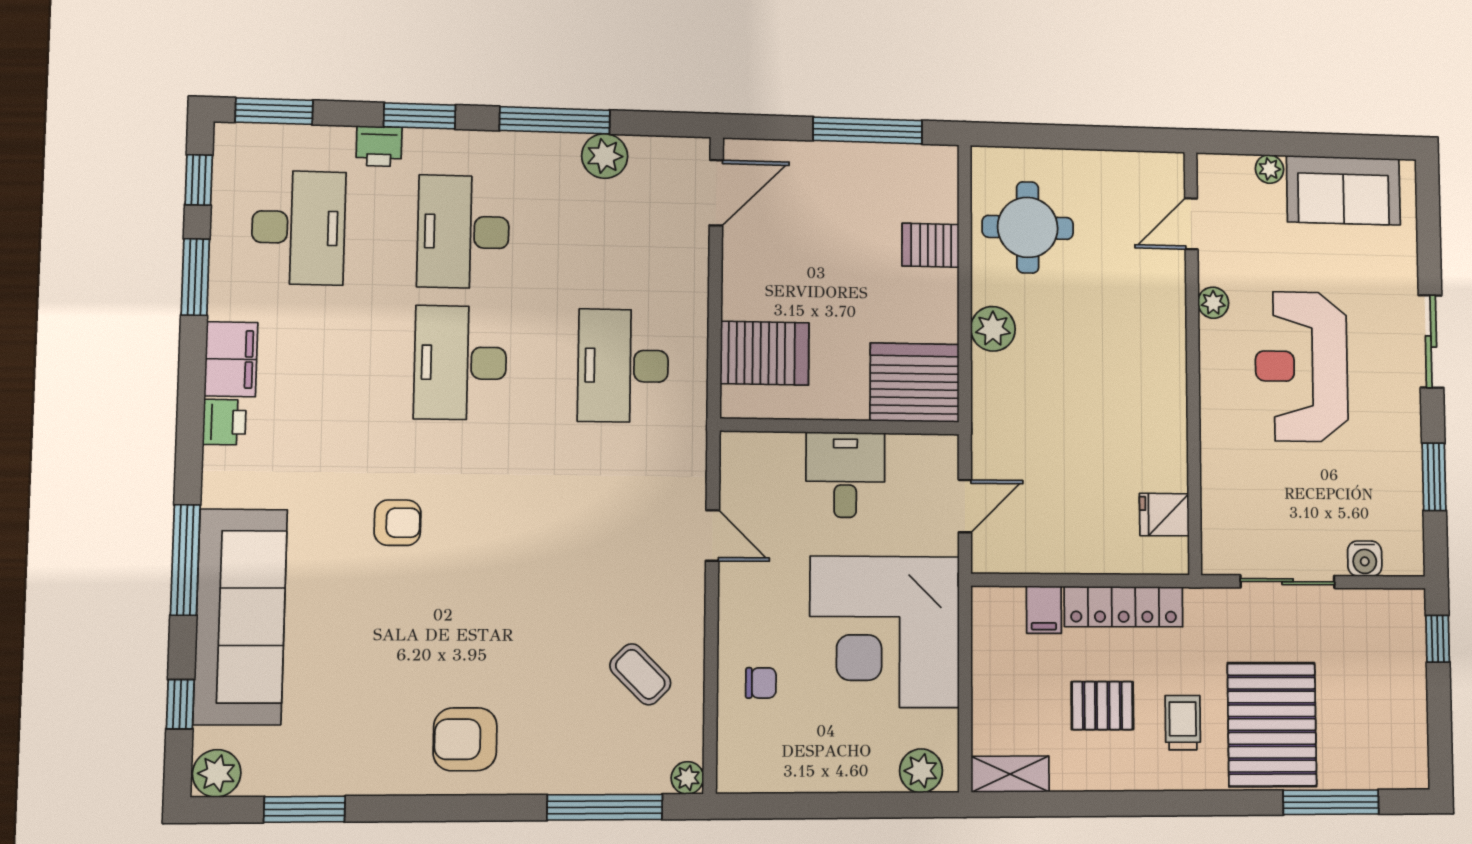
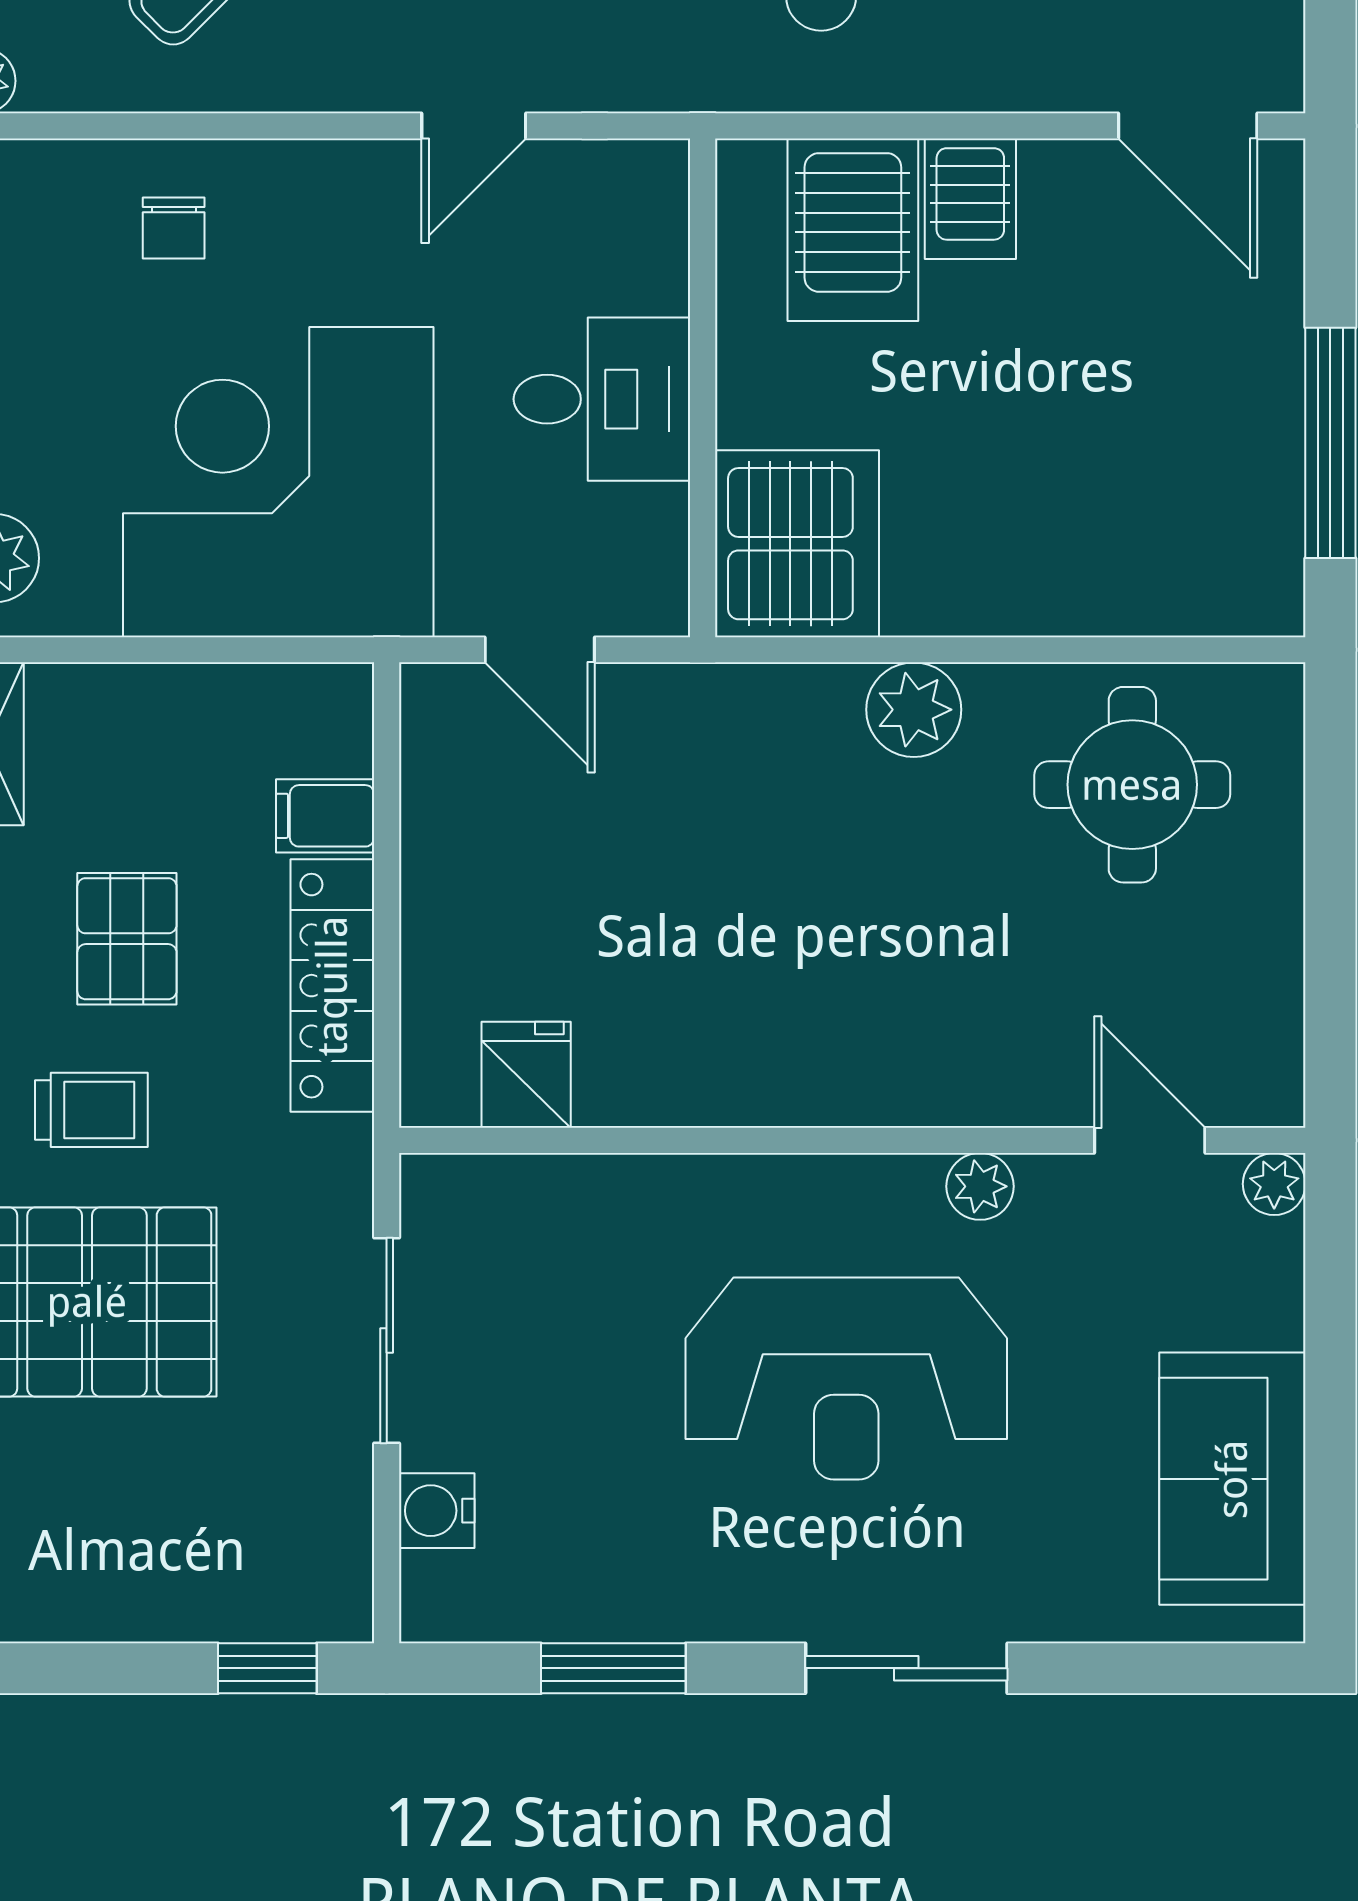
plant: (1269, 169) -> (1274, 1184), moved
server rack: (931, 245) -> (970, 199), moved, turned 180
reception desk: (1301, 367) -> (846, 1379), turned 180

